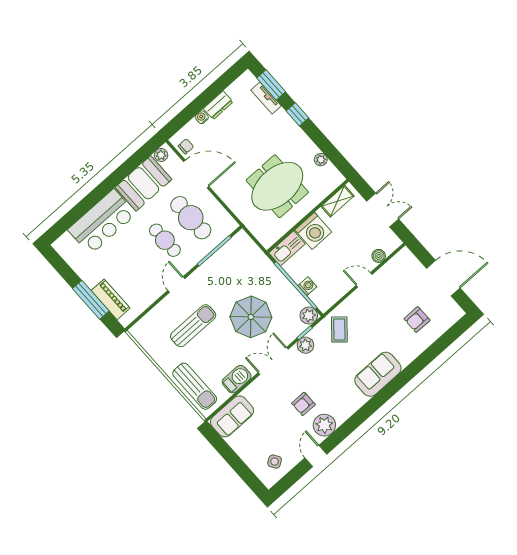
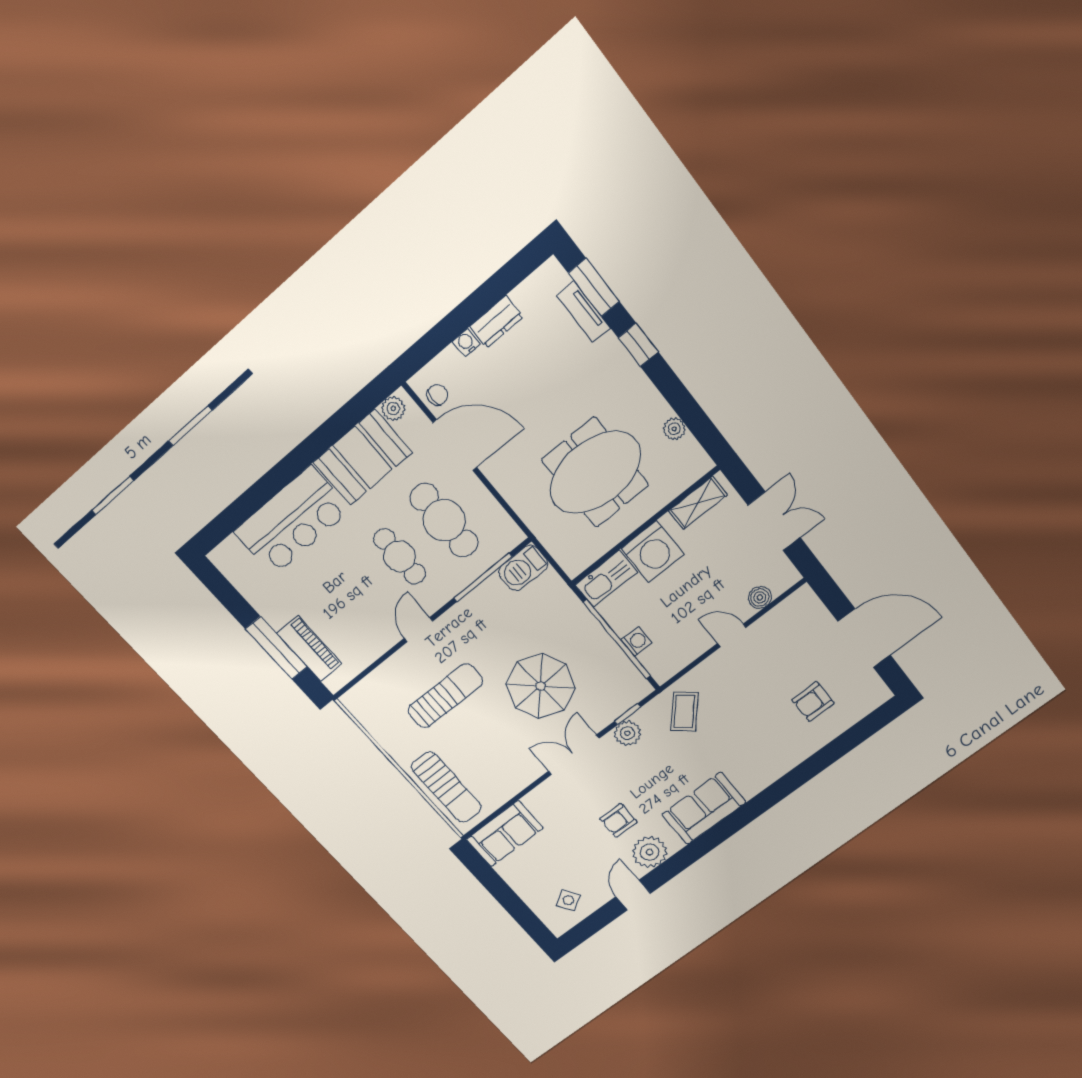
plant: (309, 316) -> (636, 688), removed
sofa: (378, 374) -> (704, 808), moved
barbecue: (237, 379) -> (523, 568), moved, turned 180

